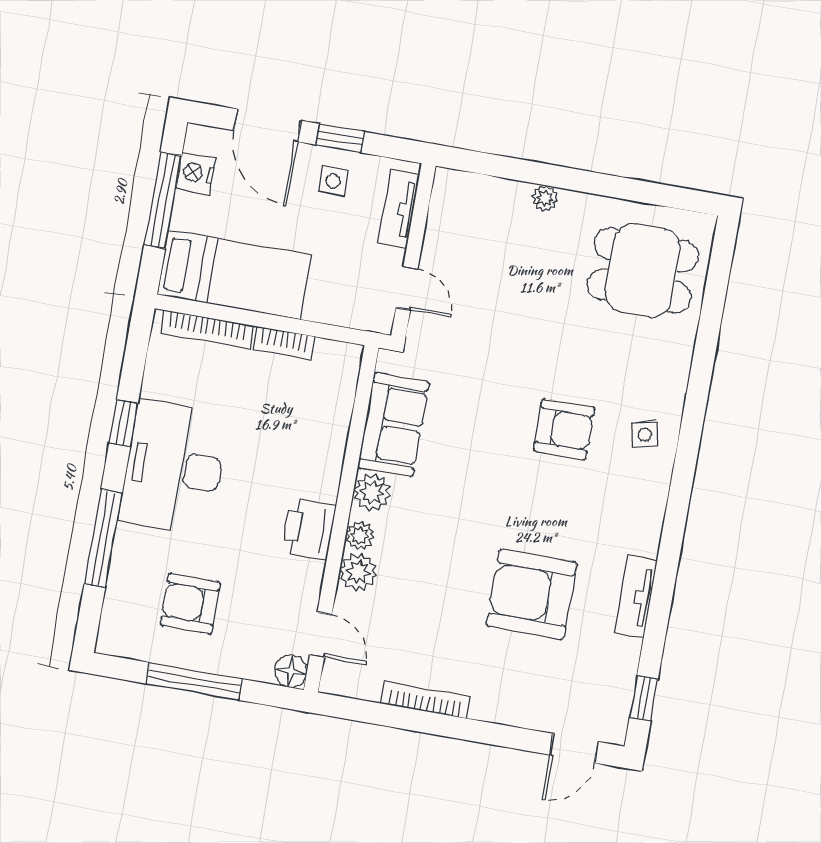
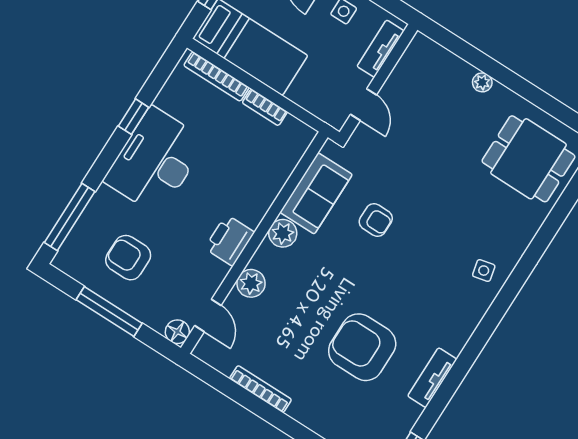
armchair: (564, 429) -> (376, 220), moved, width x0.72, depth x0.72
plant: (360, 536) -> (262, 259), removed
window: (103, 538) -> (70, 217), moved

